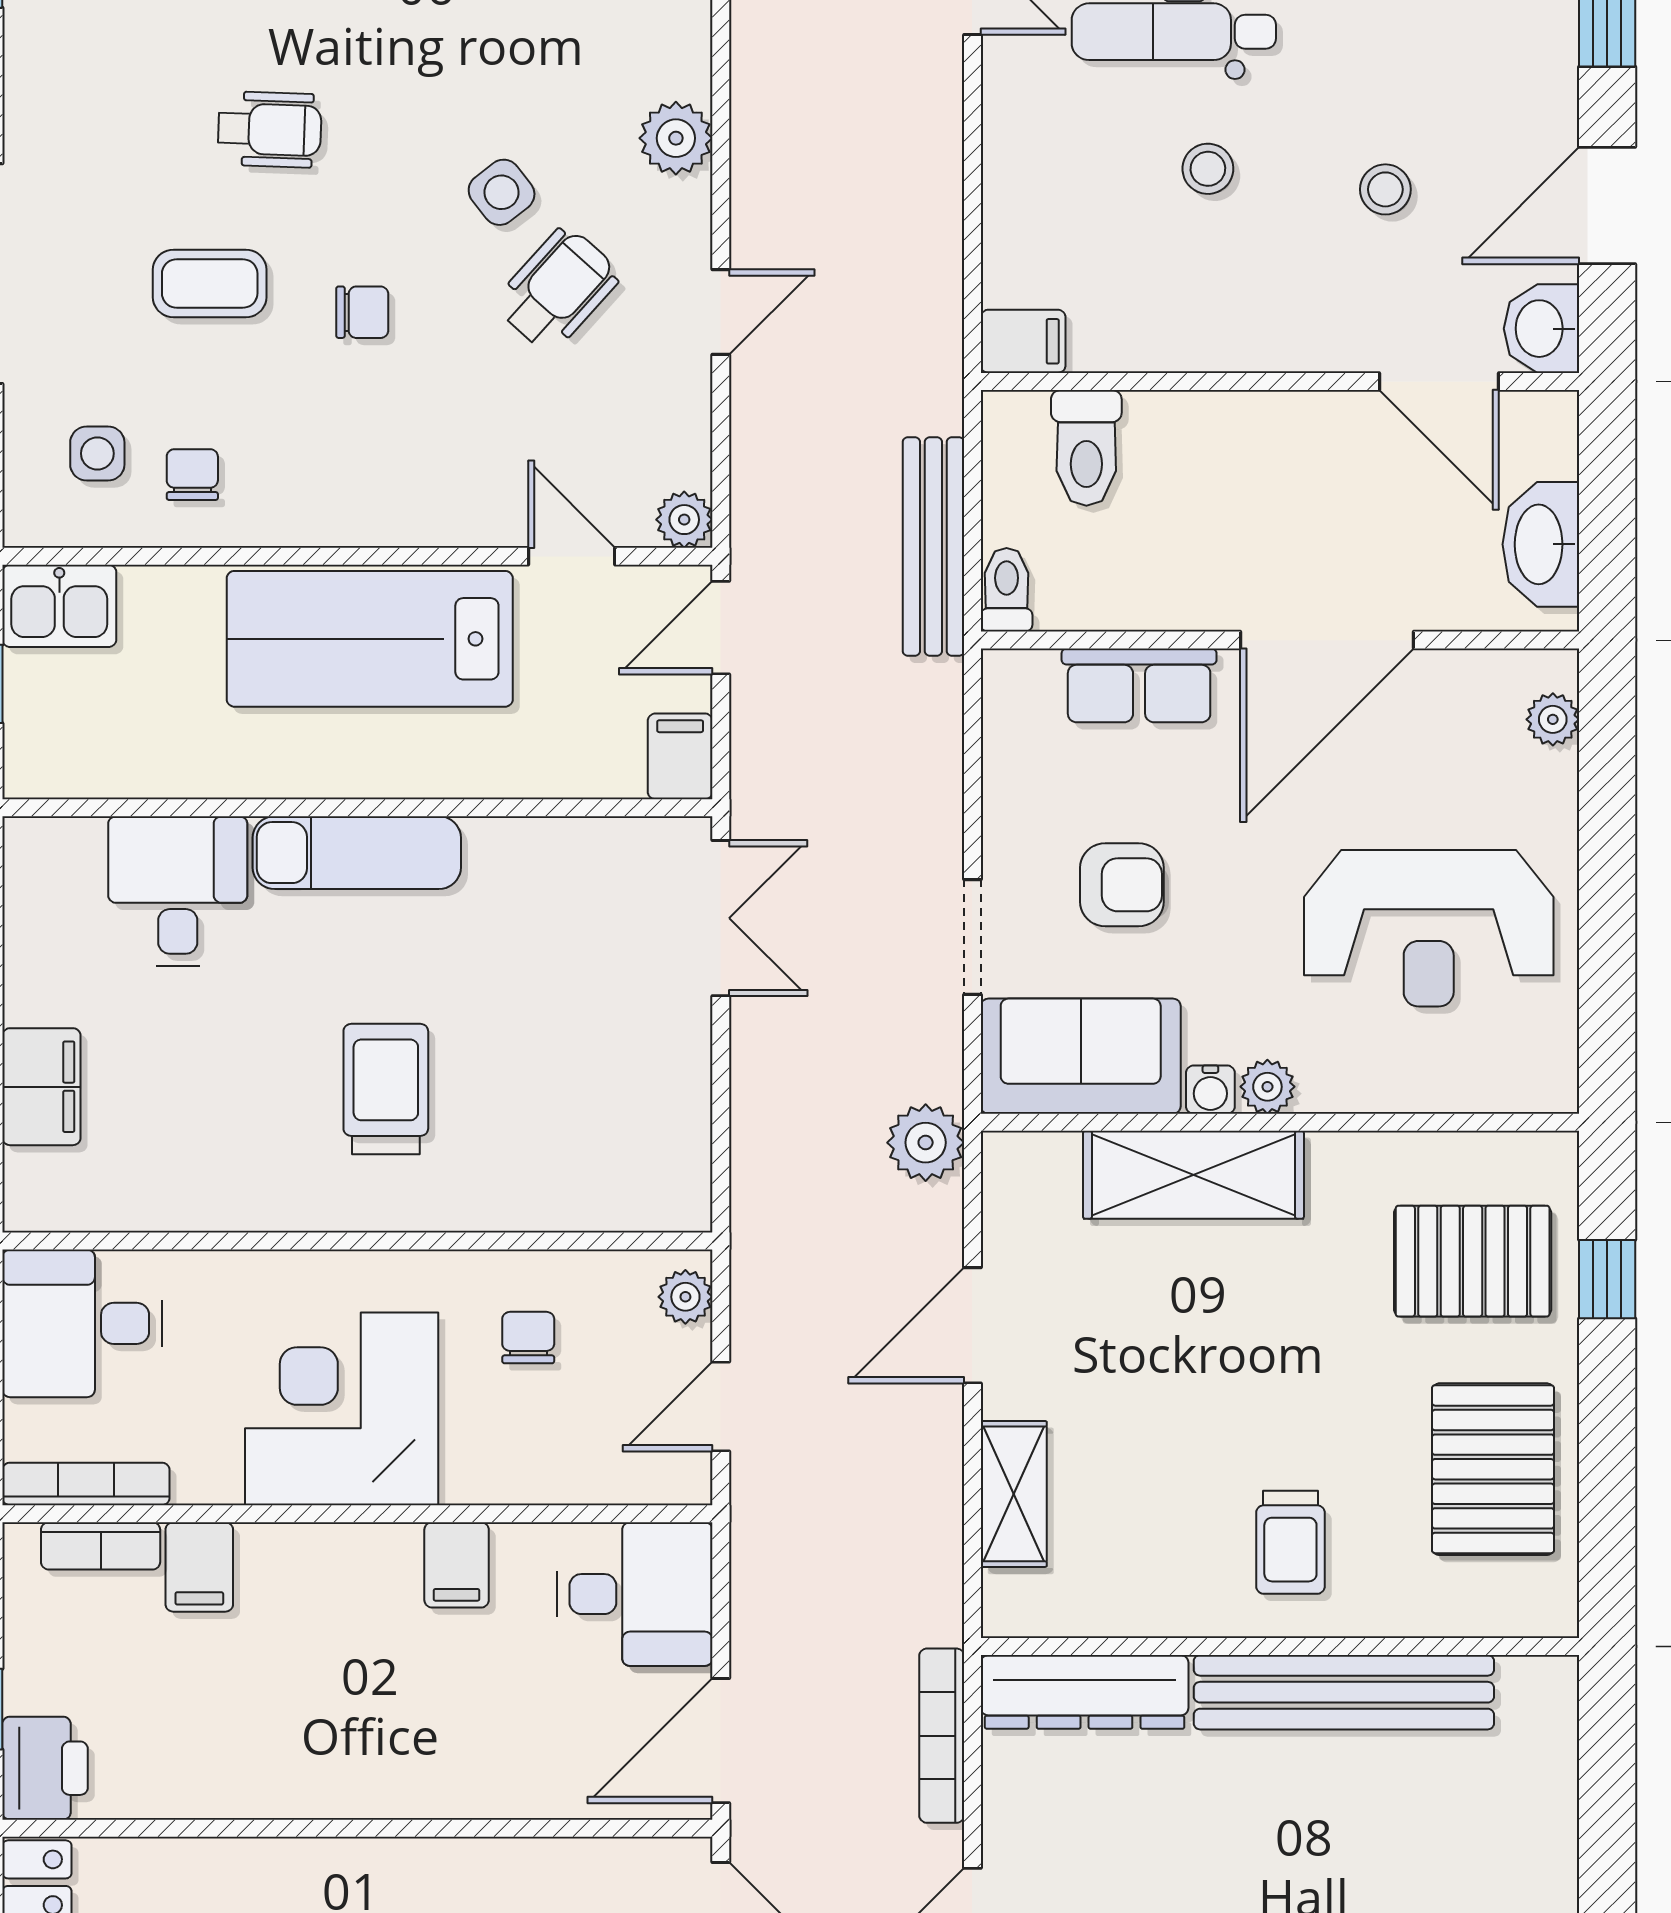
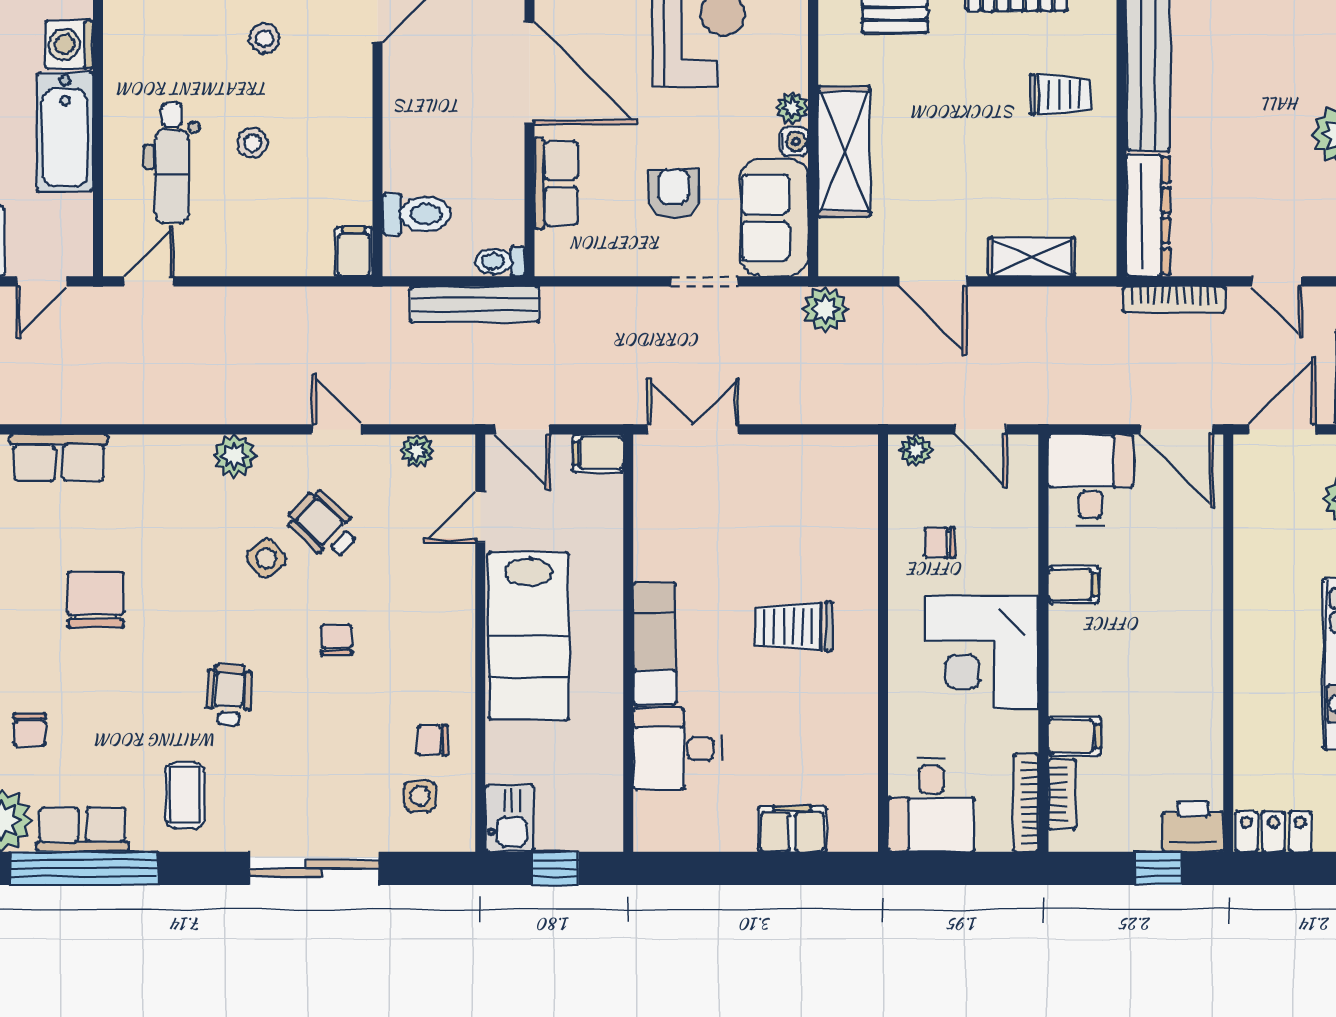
coffee table: (210, 283) -> (185, 795), moved
plant: (684, 520) -> (417, 451), moved

